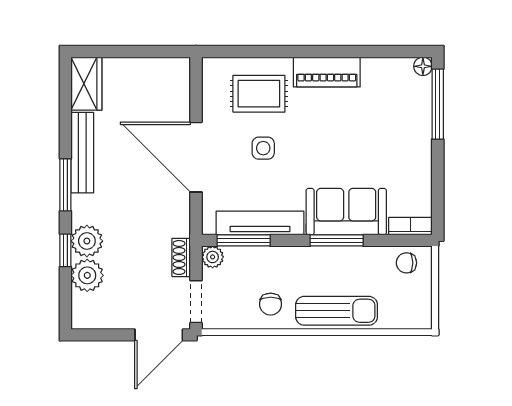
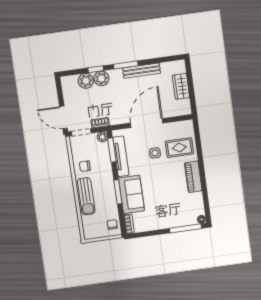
wardrobe: (86, 84) -> (181, 86), moved, turned 90
rug: (259, 94) -> (179, 148), turned 90

